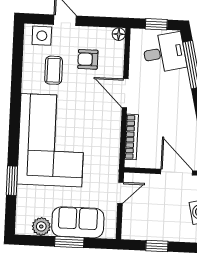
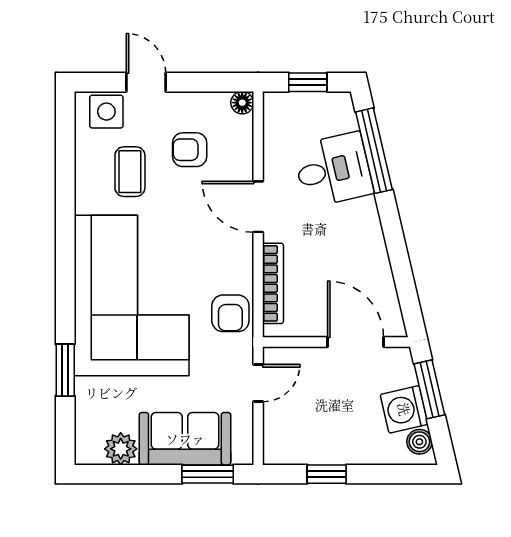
desk: (164, 53) -> (333, 170), moved
armchair: (107, 153) -> (230, 313), added
window: (69, 242) -> (208, 474), moved

